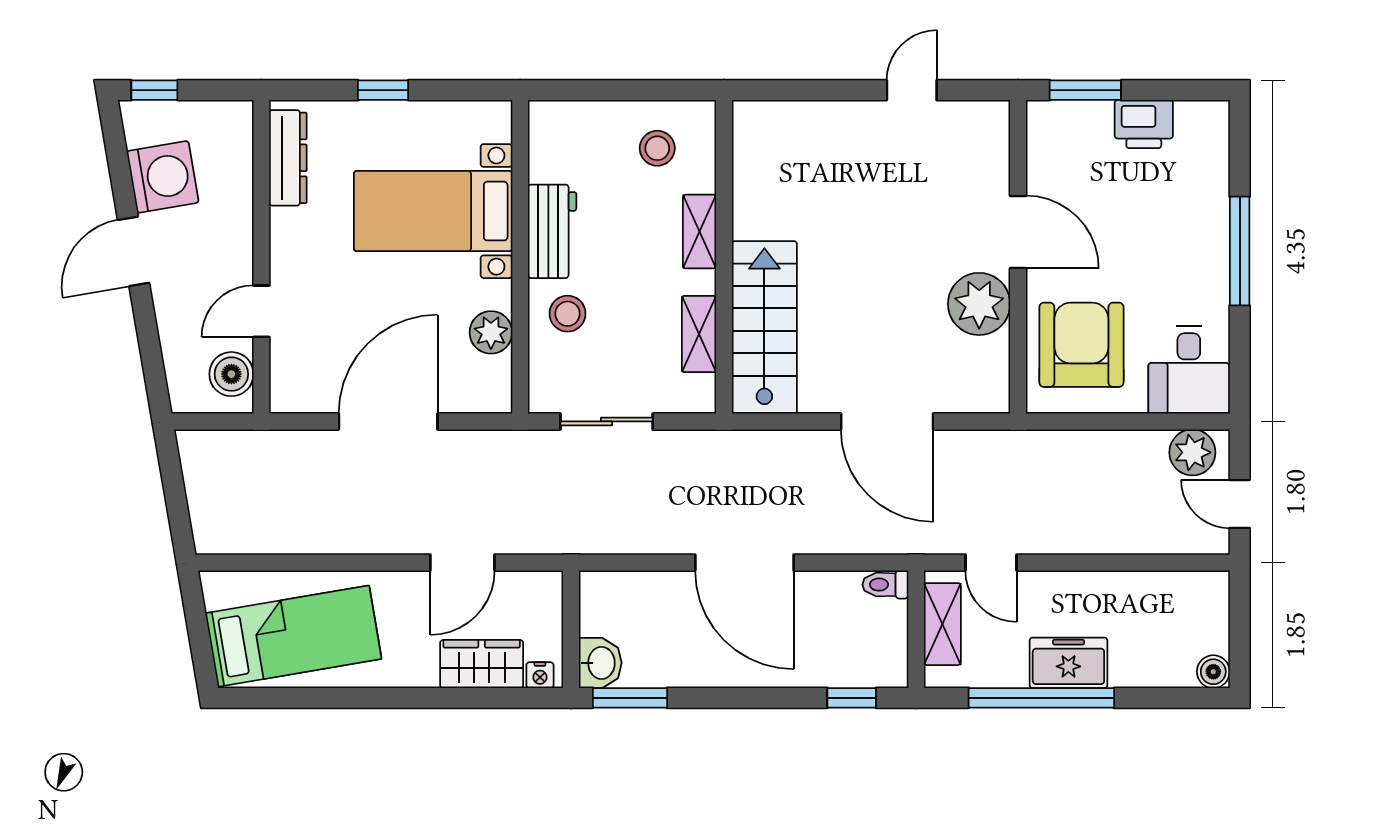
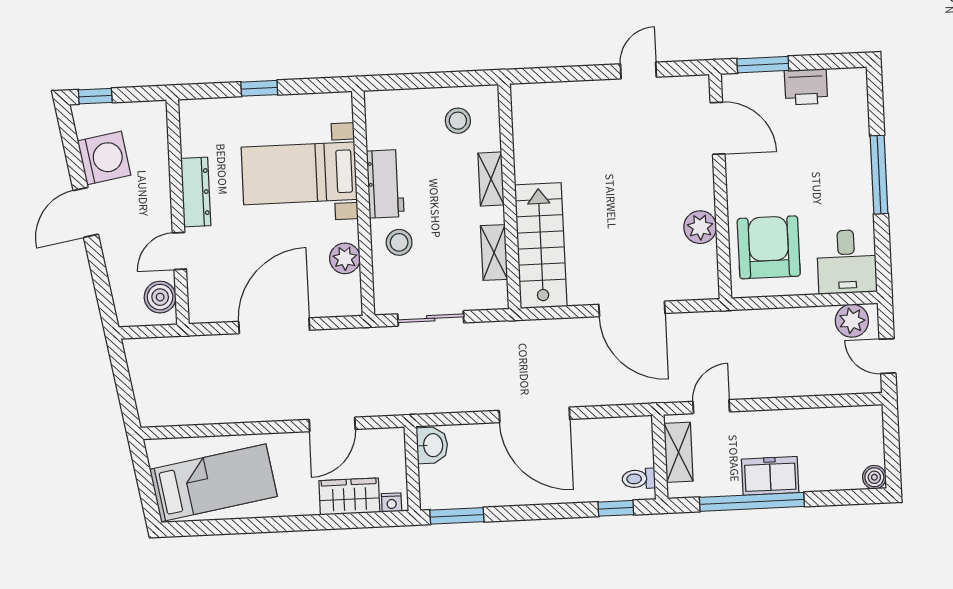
dresser: (288, 158) -> (196, 192), moved
door: (1018, 232) -> (718, 128), moved
plant: (979, 304) -> (700, 227), width x0.73, depth x0.73
door: (991, 563) -> (711, 407), swing flipped
toilet: (885, 585) -> (639, 479), moved
washbasin: (600, 663) -> (432, 445), moved

